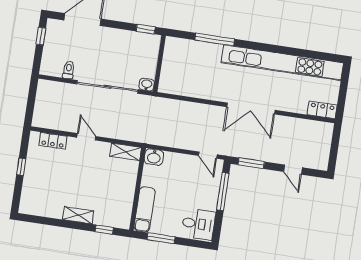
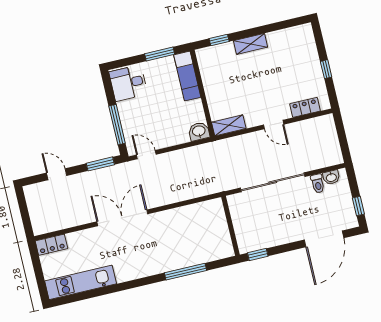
kitchen unit: (282, 63) -> (81, 282), width x0.54
washbasin: (147, 85) -> (331, 177), moved

